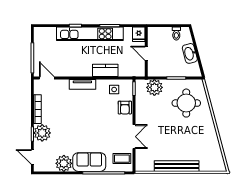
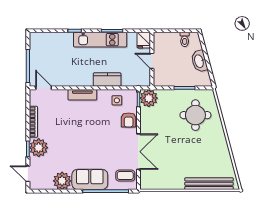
kitchen unit: (90, 34) -> (100, 40), width x0.73
plant: (154, 87) -> (149, 98), moved
double door: (134, 137) -> (138, 152), width x1.37
bench: (177, 166) -> (209, 184), moved

